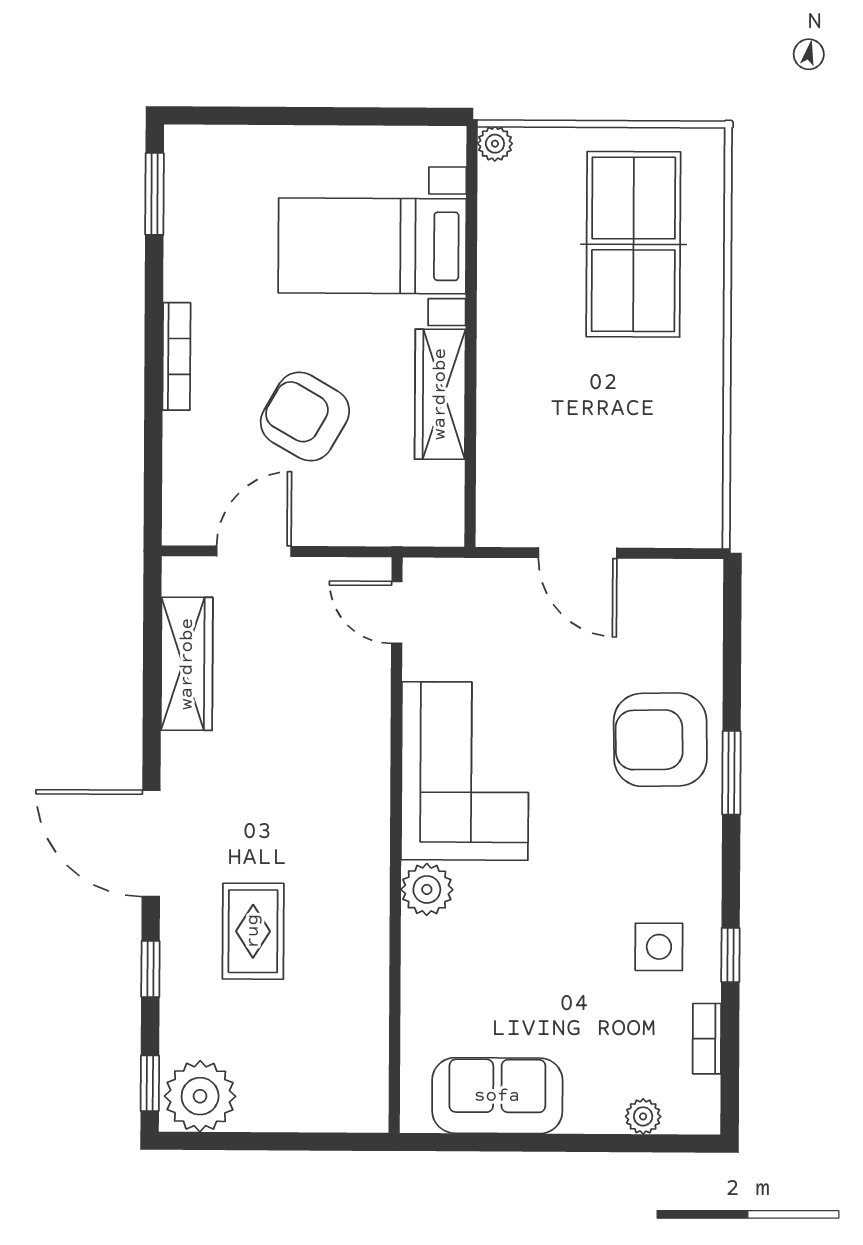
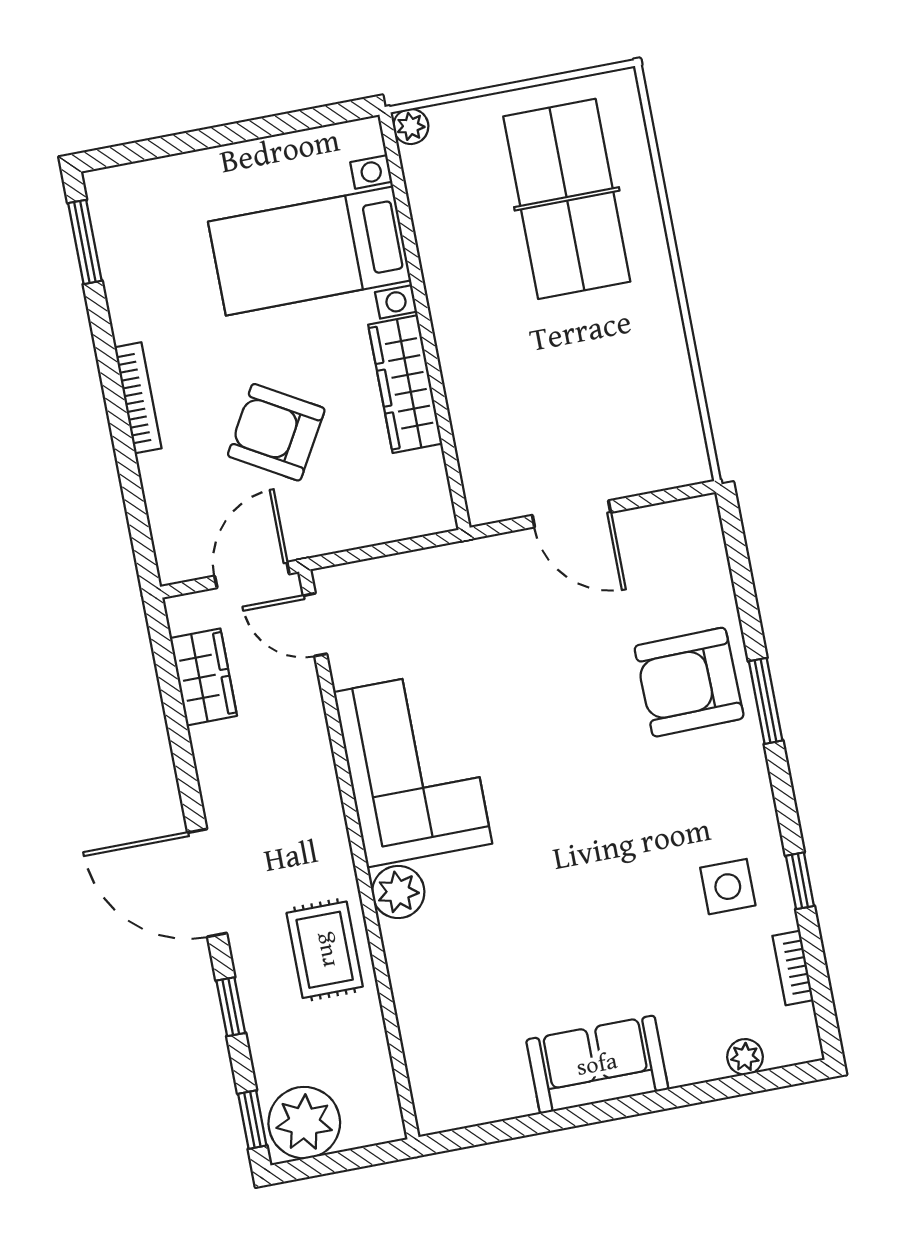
door: (397, 612) -> (315, 625), moved
wardrobe: (187, 664) -> (203, 677), width x0.67
corner sofa: (465, 771) -> (413, 768), moved
wall: (396, 845) -> (359, 854), moved
plant: (427, 889) -> (398, 892), moved

